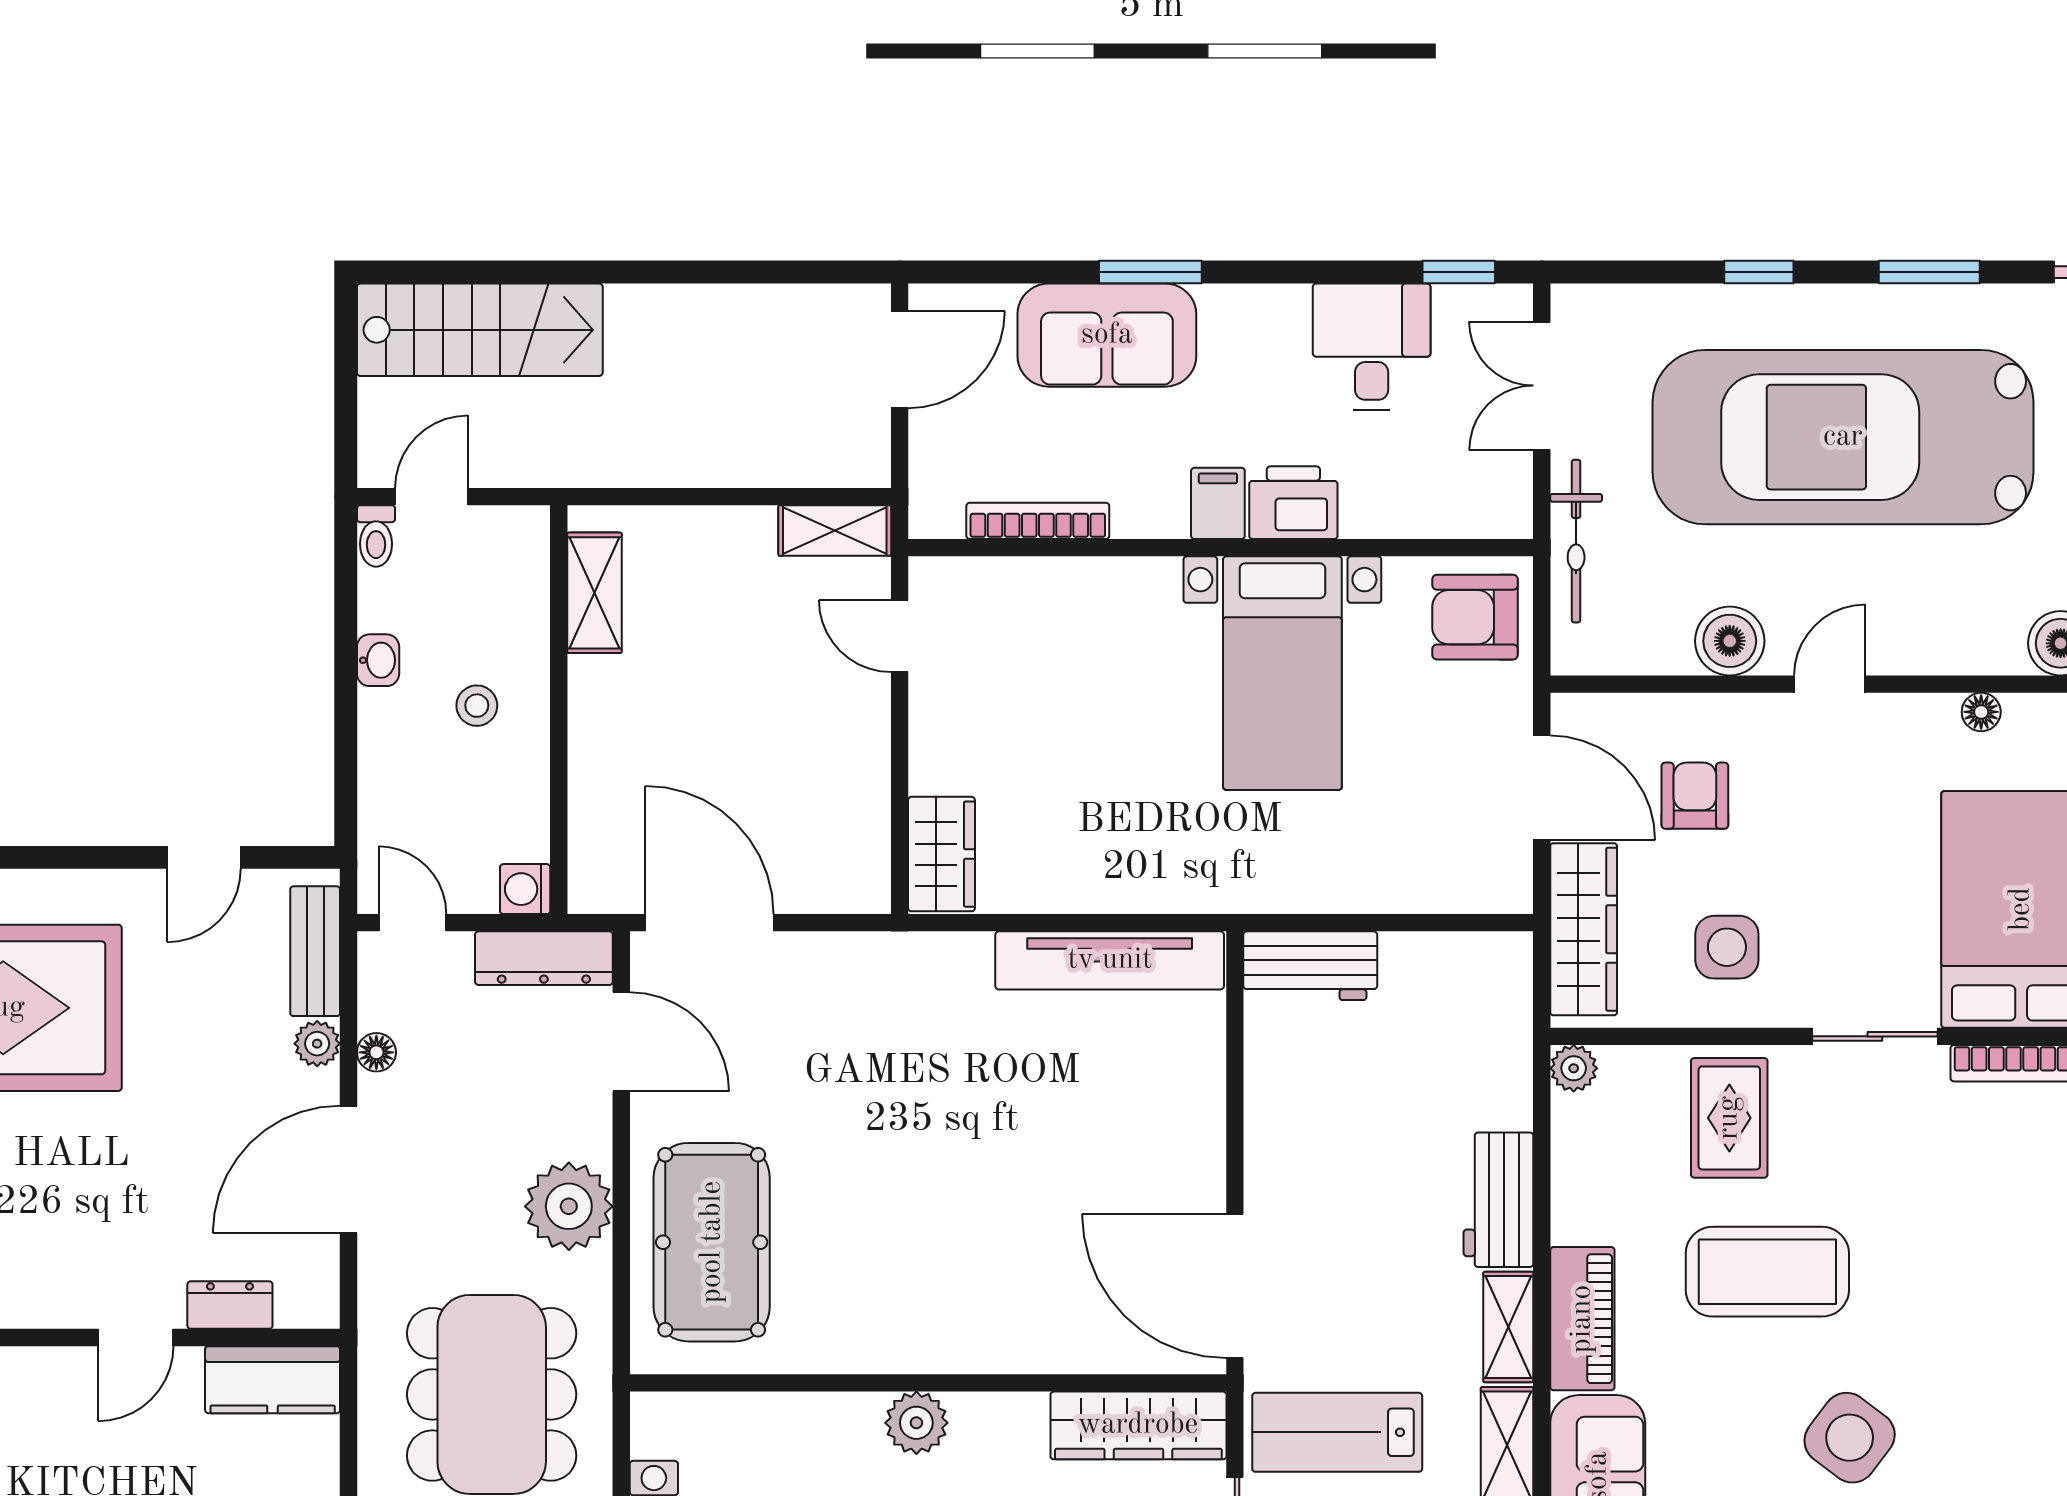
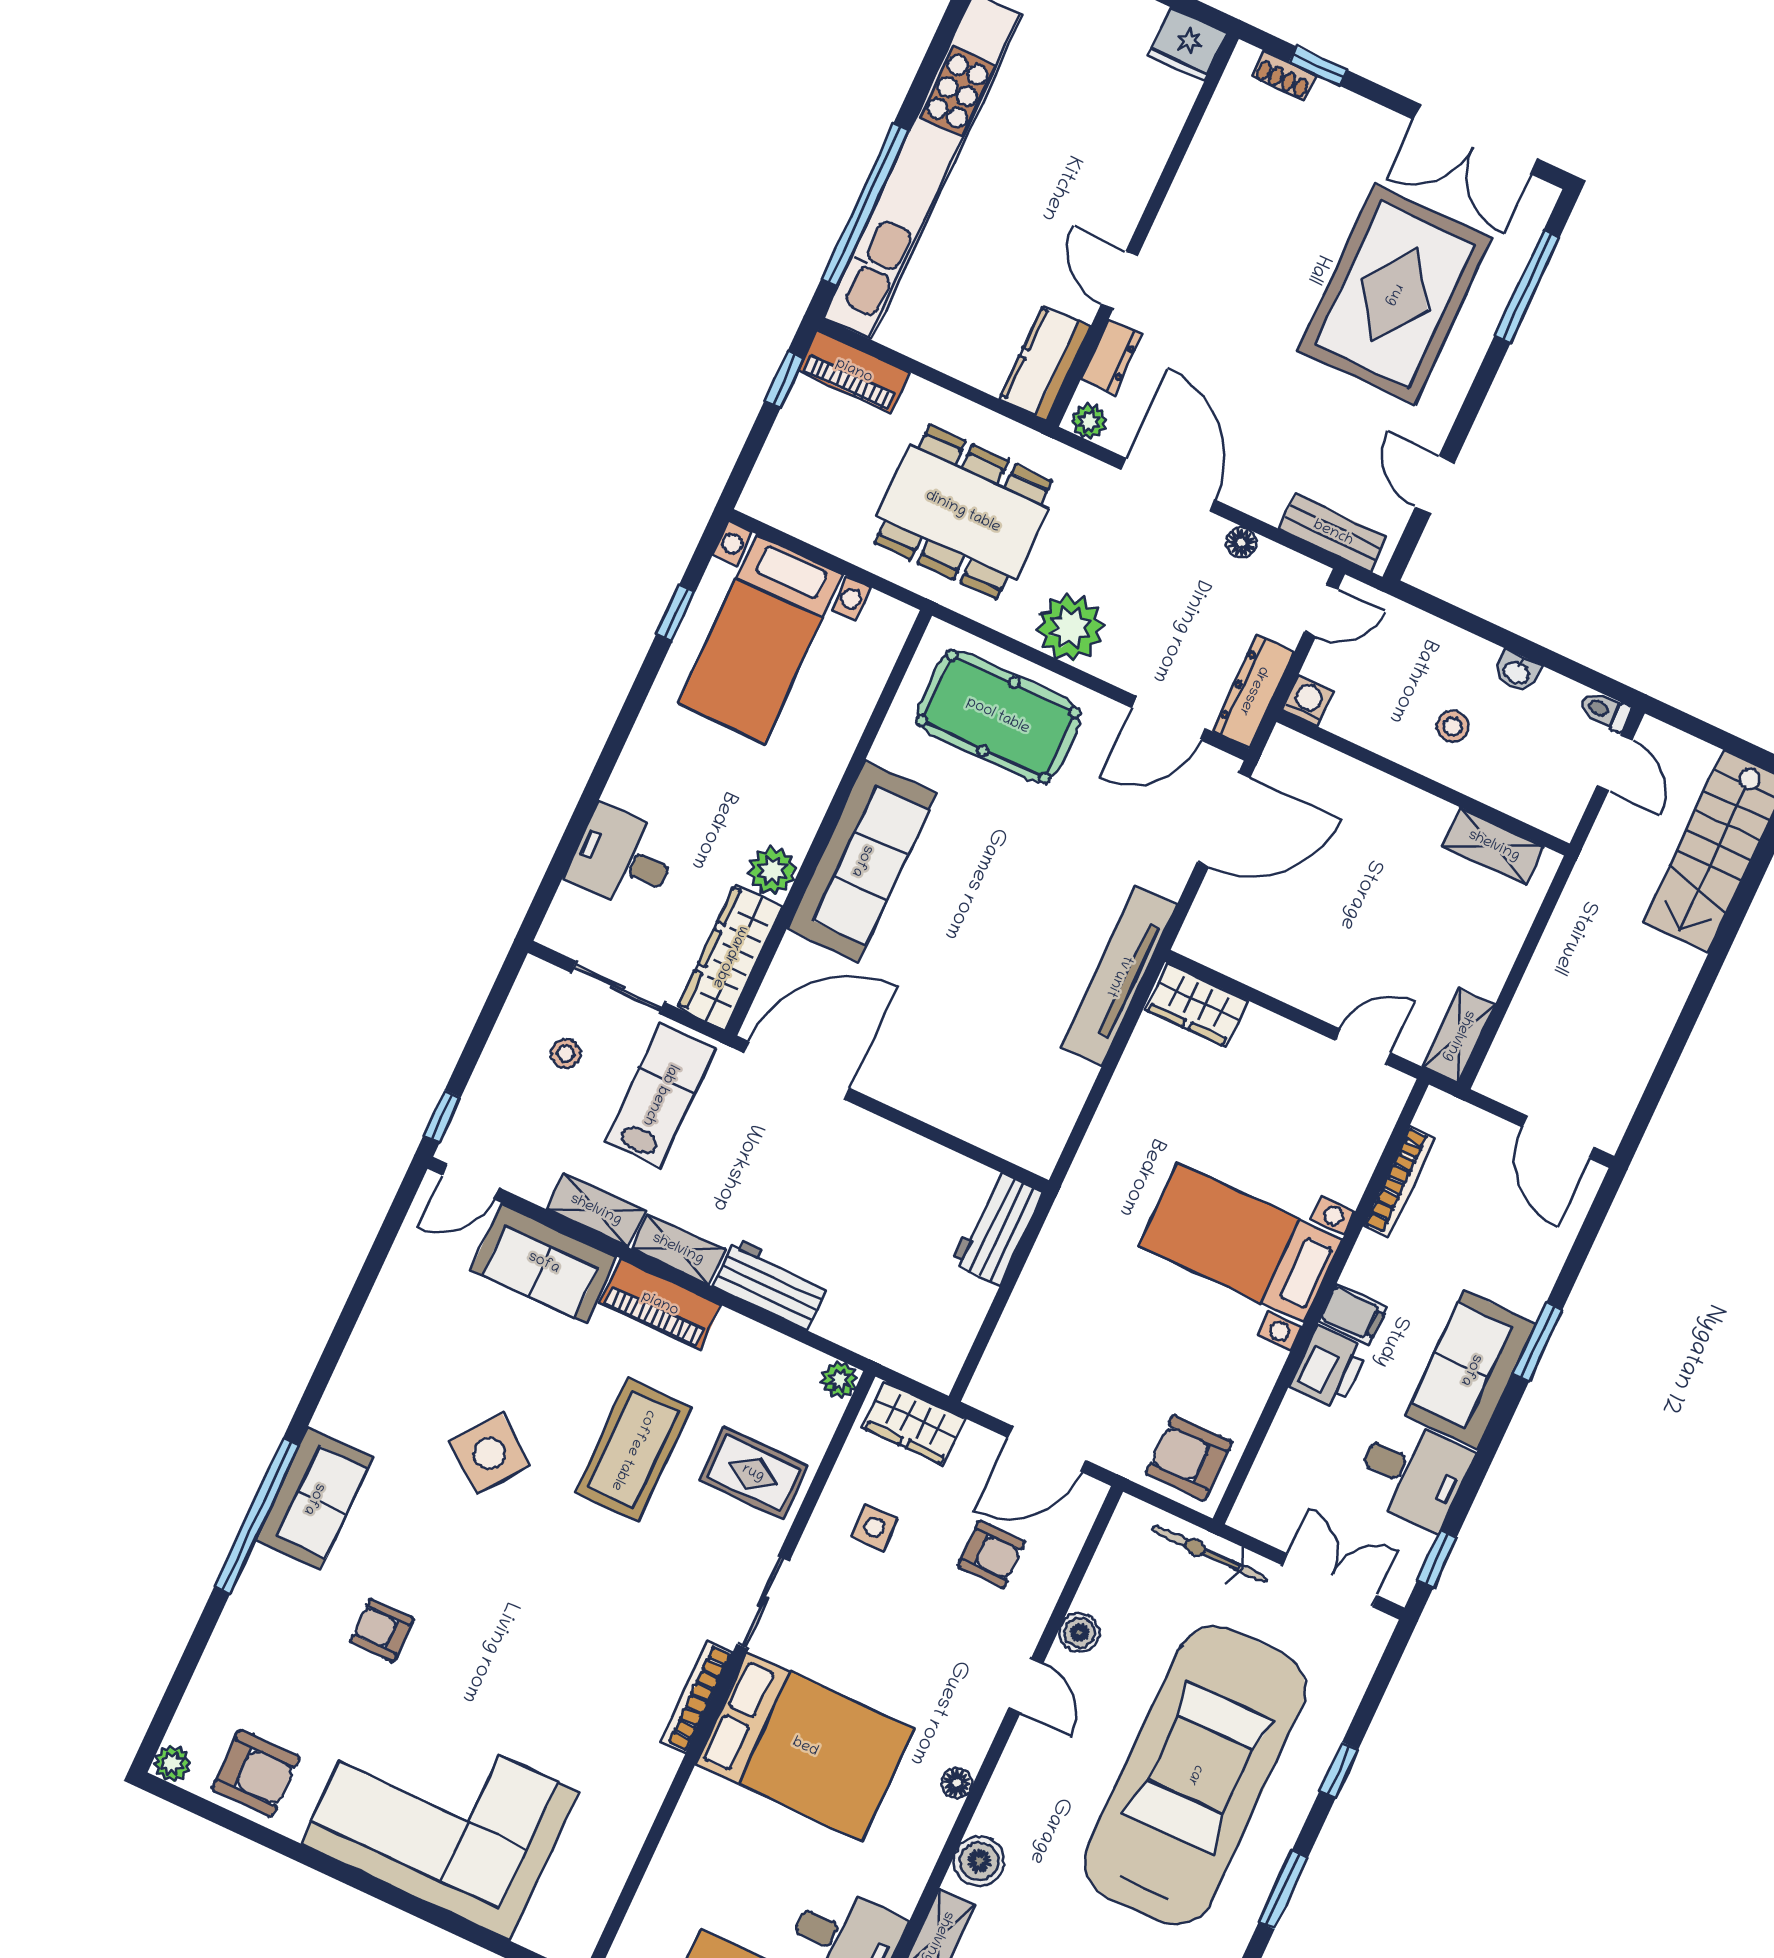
sofa: (1107, 335) -> (1471, 1370), moved
armchair: (1475, 617) -> (1189, 1458), turned -90
boiler: (1730, 641) -> (1079, 1633), width x0.73, depth x0.73
bed with nightstands: (1282, 673) -> (1241, 1243), moved
wardrobe: (1584, 929) -> (914, 1423), width x0.67
side table: (1727, 947) -> (874, 1527), width x0.73, depth x0.73
tv unit: (1110, 960) -> (1119, 976), moved
plant: (317, 1044) -> (1089, 421), moved
sofa: (955, 1324) -> (862, 861), added
plant: (916, 1423) -> (772, 871), moved

